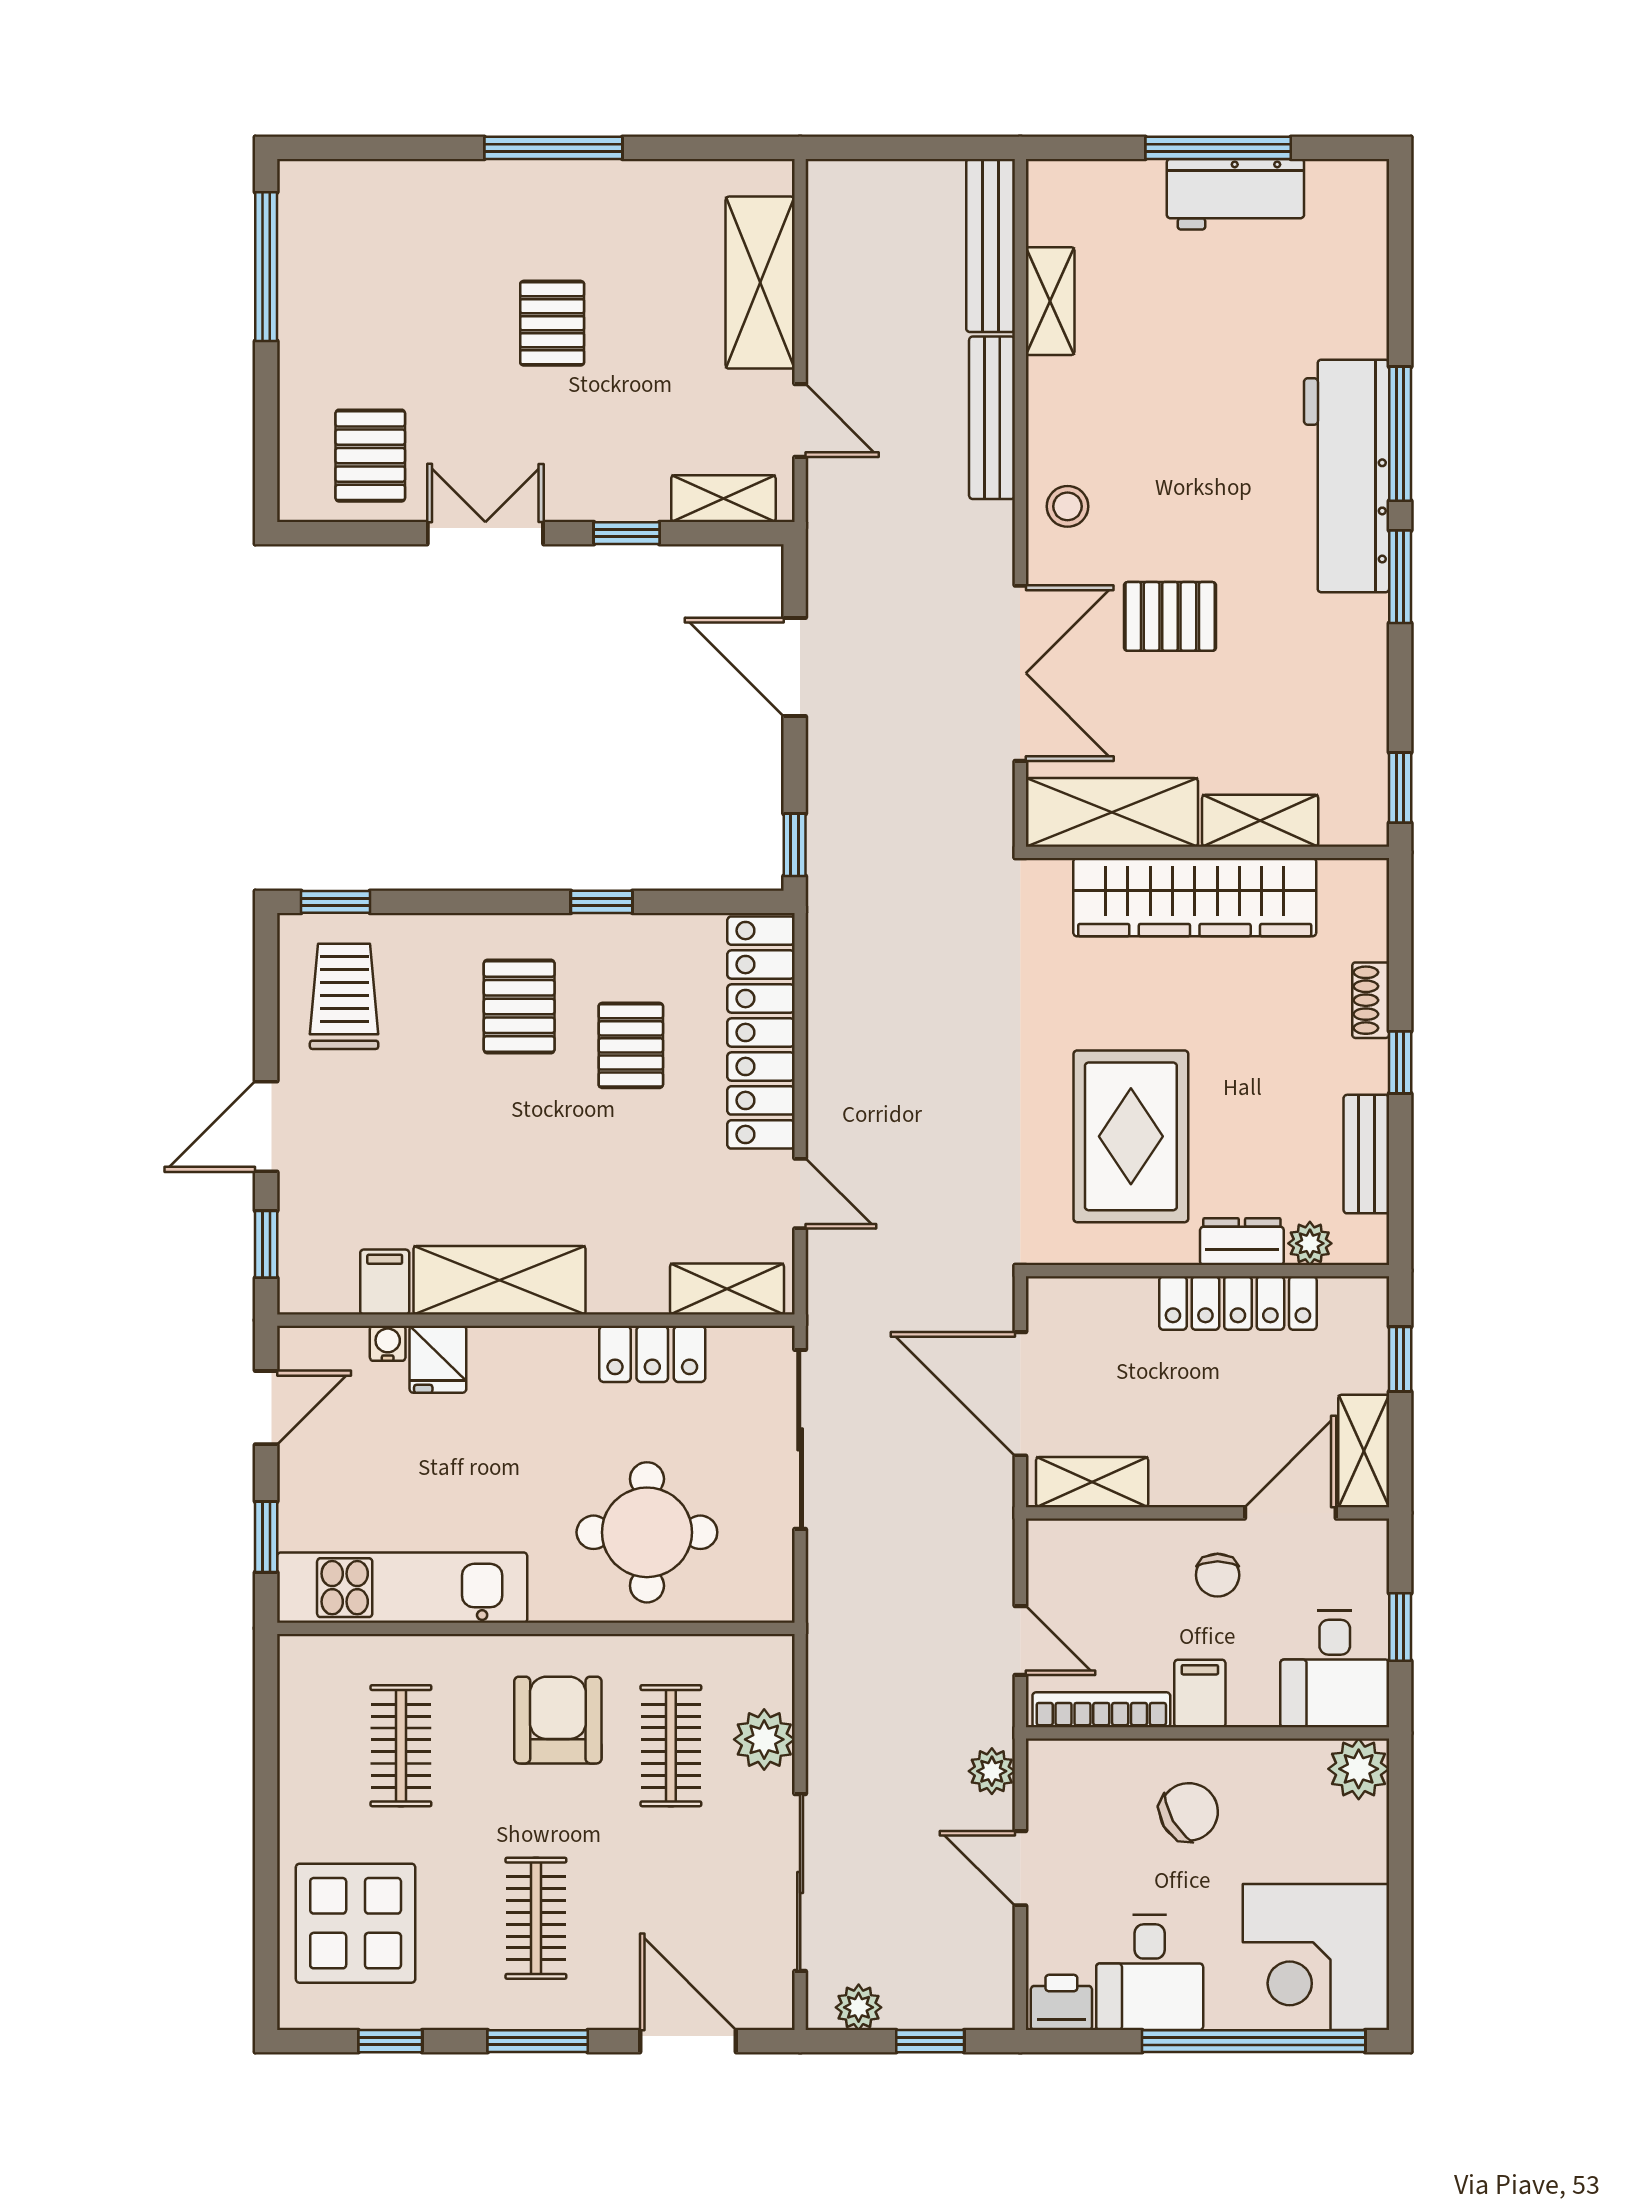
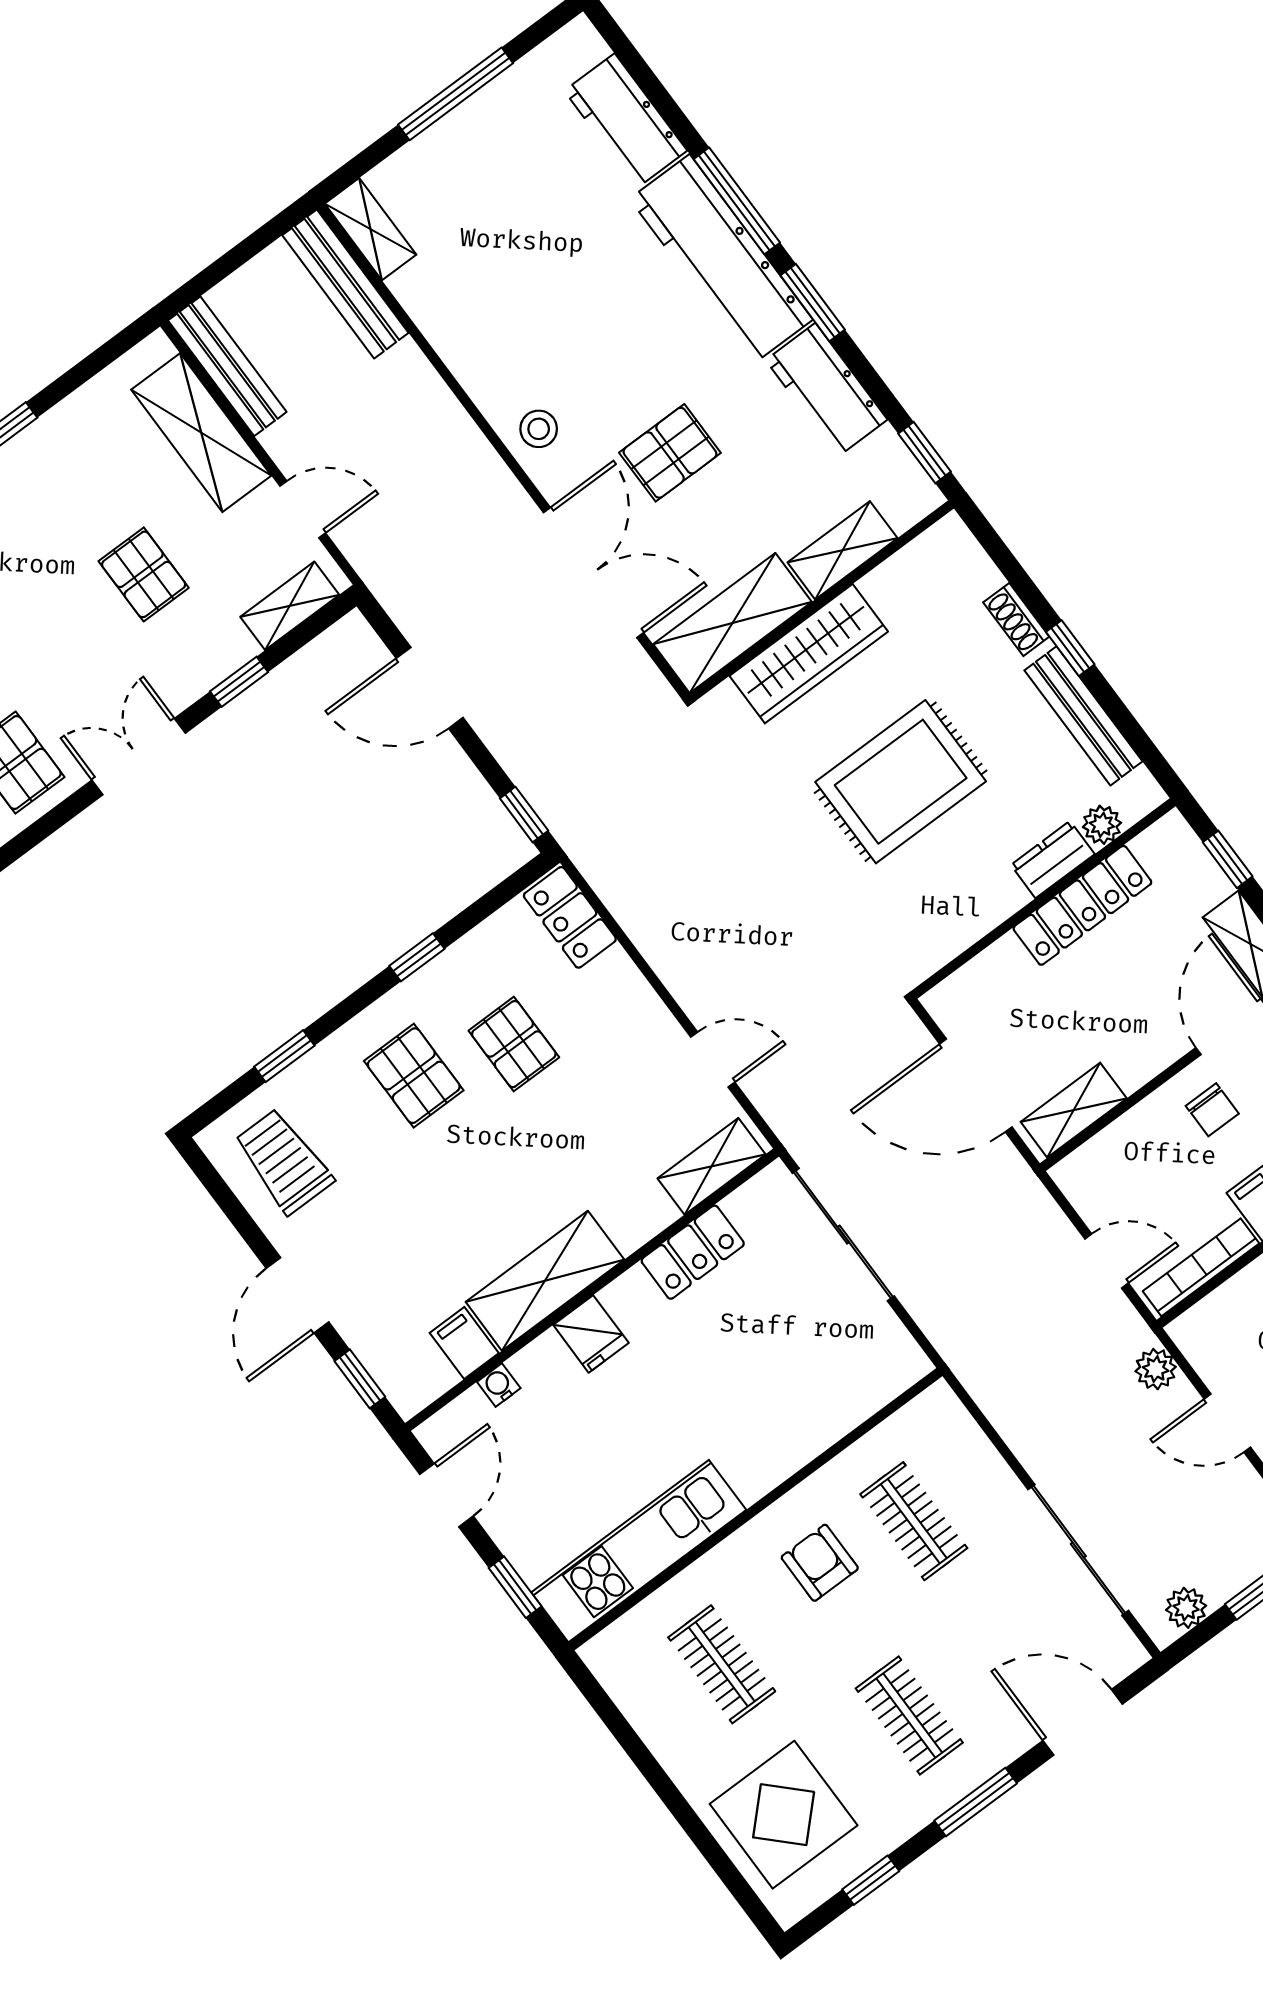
workbench: (1235, 194) -> (626, 121), moved, turned 90
shelving: (1050, 301) -> (371, 229), moved
pallet: (552, 323) -> (144, 574), moved
bench: (992, 418) -> (227, 366), moved
workbench: (1354, 665) -> (827, 390), added
wardrobe: (1195, 897) -> (809, 654), width x0.71, depth x0.85
window: (336, 902) -> (284, 1056), moved
locker: (761, 1032) -> (570, 917), width x0.46, depth x0.83
rug: (1131, 1136) -> (901, 782), moved, turned 90
bench: (1366, 1154) -> (1083, 716), width x1.36
fridge: (438, 1359) -> (591, 1334), moved
round table: (647, 1532) -> (784, 1382), removed
armchair: (558, 1720) -> (820, 1563), width x0.72, depth x0.72
plant: (764, 1739) -> (977, 1467), removed

